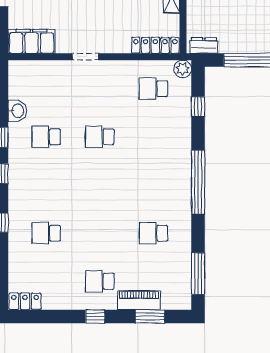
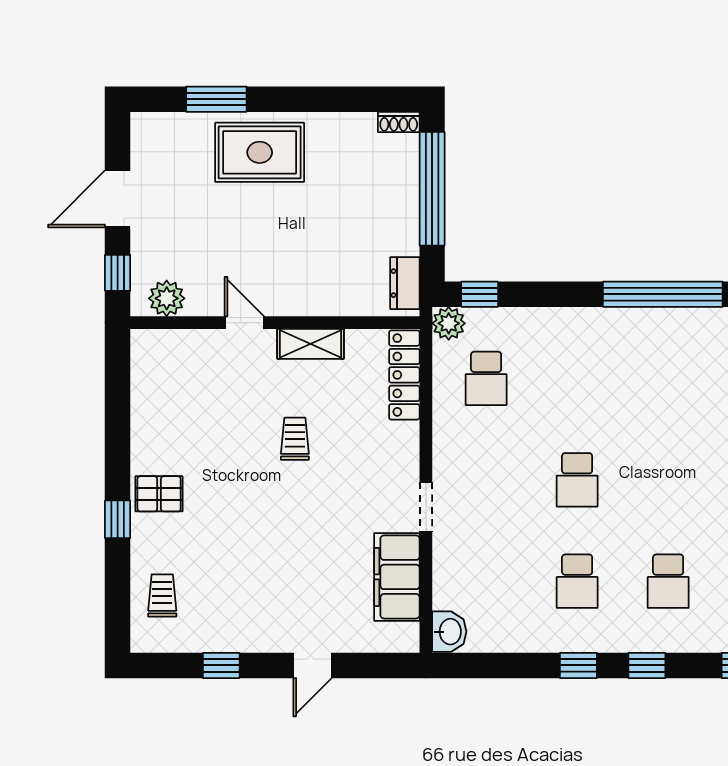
filing cabinet: (31, 41) -> (397, 577), moved
window: (198, 107) -> (480, 294), moved
washbasin: (17, 111) -> (449, 632), moved, turned 90
school desk: (46, 185) -> (668, 581), added

